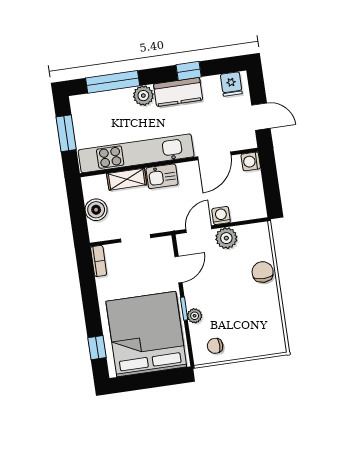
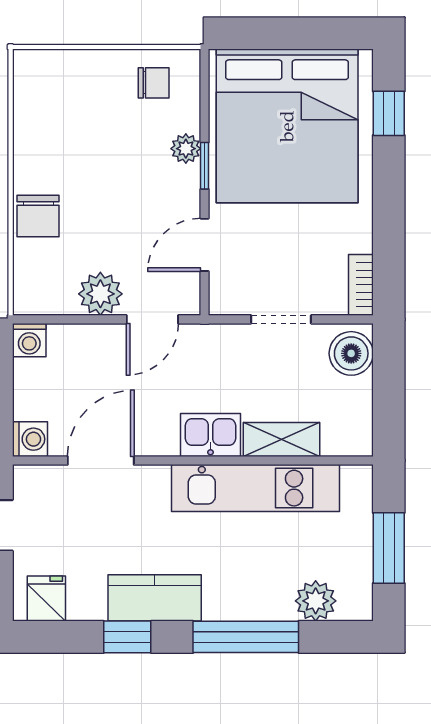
window: (113, 82) -> (246, 637), moved
plant: (143, 96) -> (316, 601), moved
kitchen unit: (136, 153) -> (255, 488), width x0.73
boiler: (96, 210) -> (351, 353), moved
washing machine: (221, 216) -> (29, 340), moved

